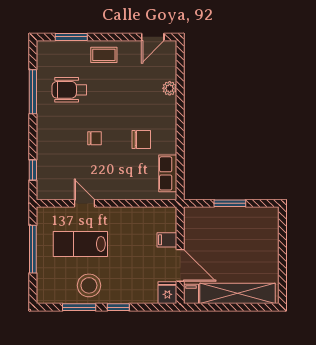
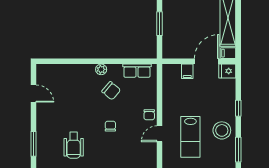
door: (153, 37) -> (34, 94), moved
coffee table: (104, 55) -> (47, 119), removed
plant: (170, 88) -> (101, 69), moved
chair: (141, 139) -> (111, 91), turned 130
chair: (110, 190) -> (149, 115), added
window: (79, 307) -> (238, 150), moved

